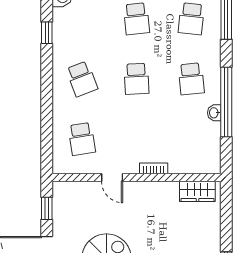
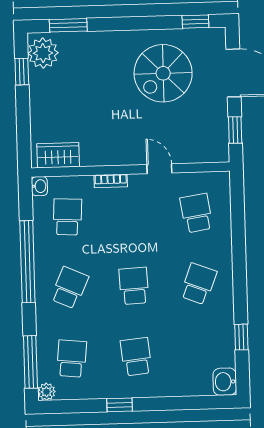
school desk: (82, 79) -> (198, 284), turned 42
school desk: (191, 79) -> (69, 288), turned 30
washbasin: (214, 113) -> (39, 186), moved
school desk: (191, 139) -> (67, 217), added

